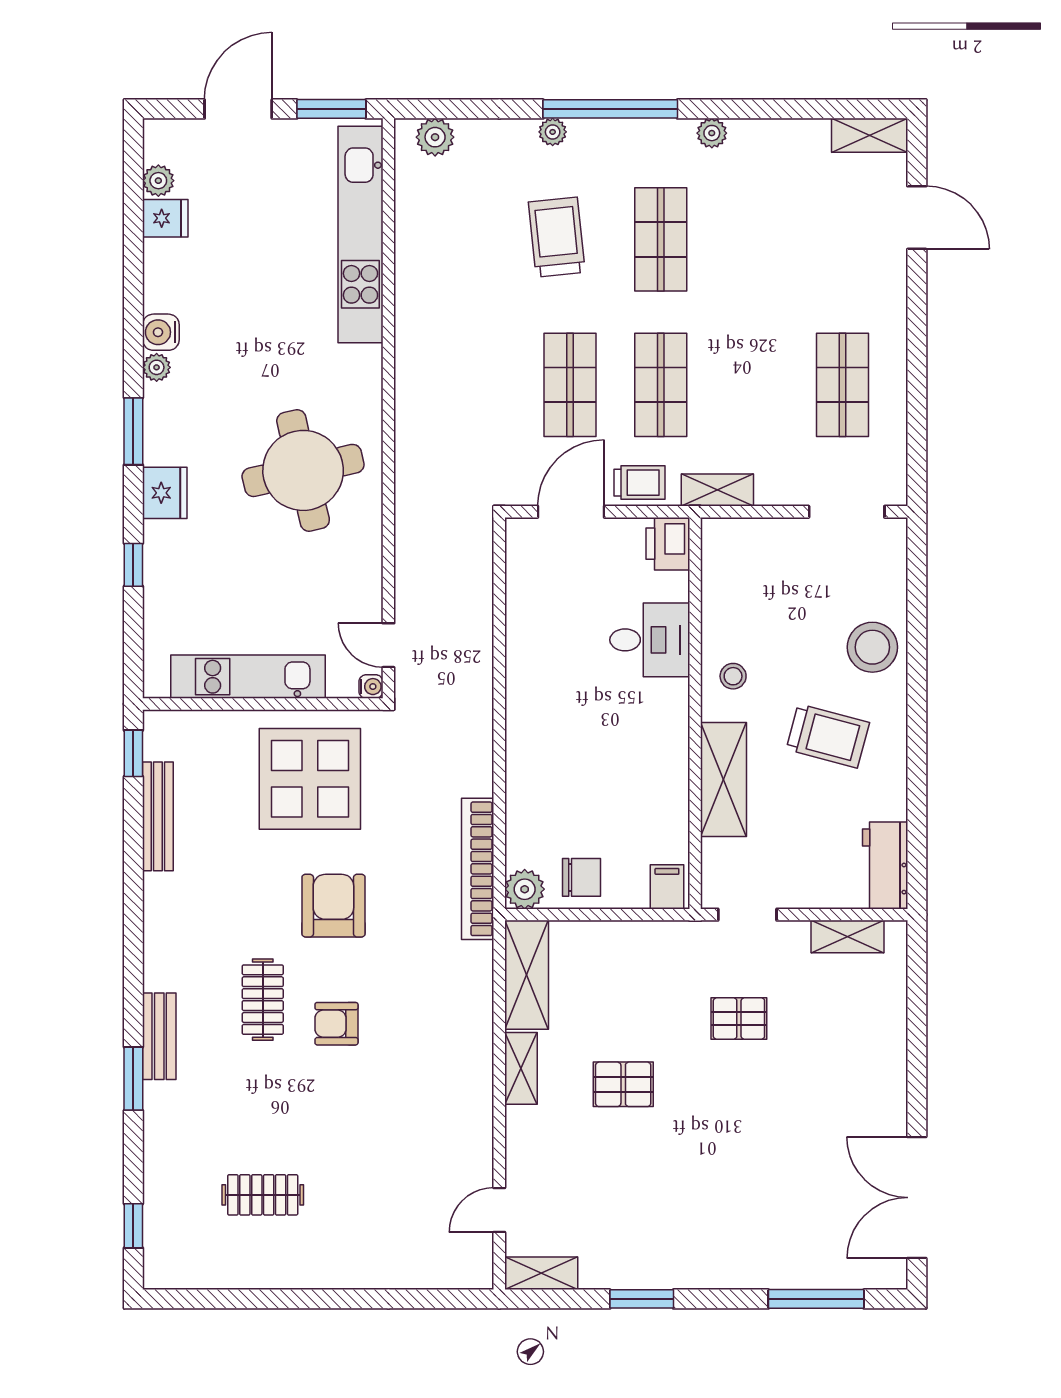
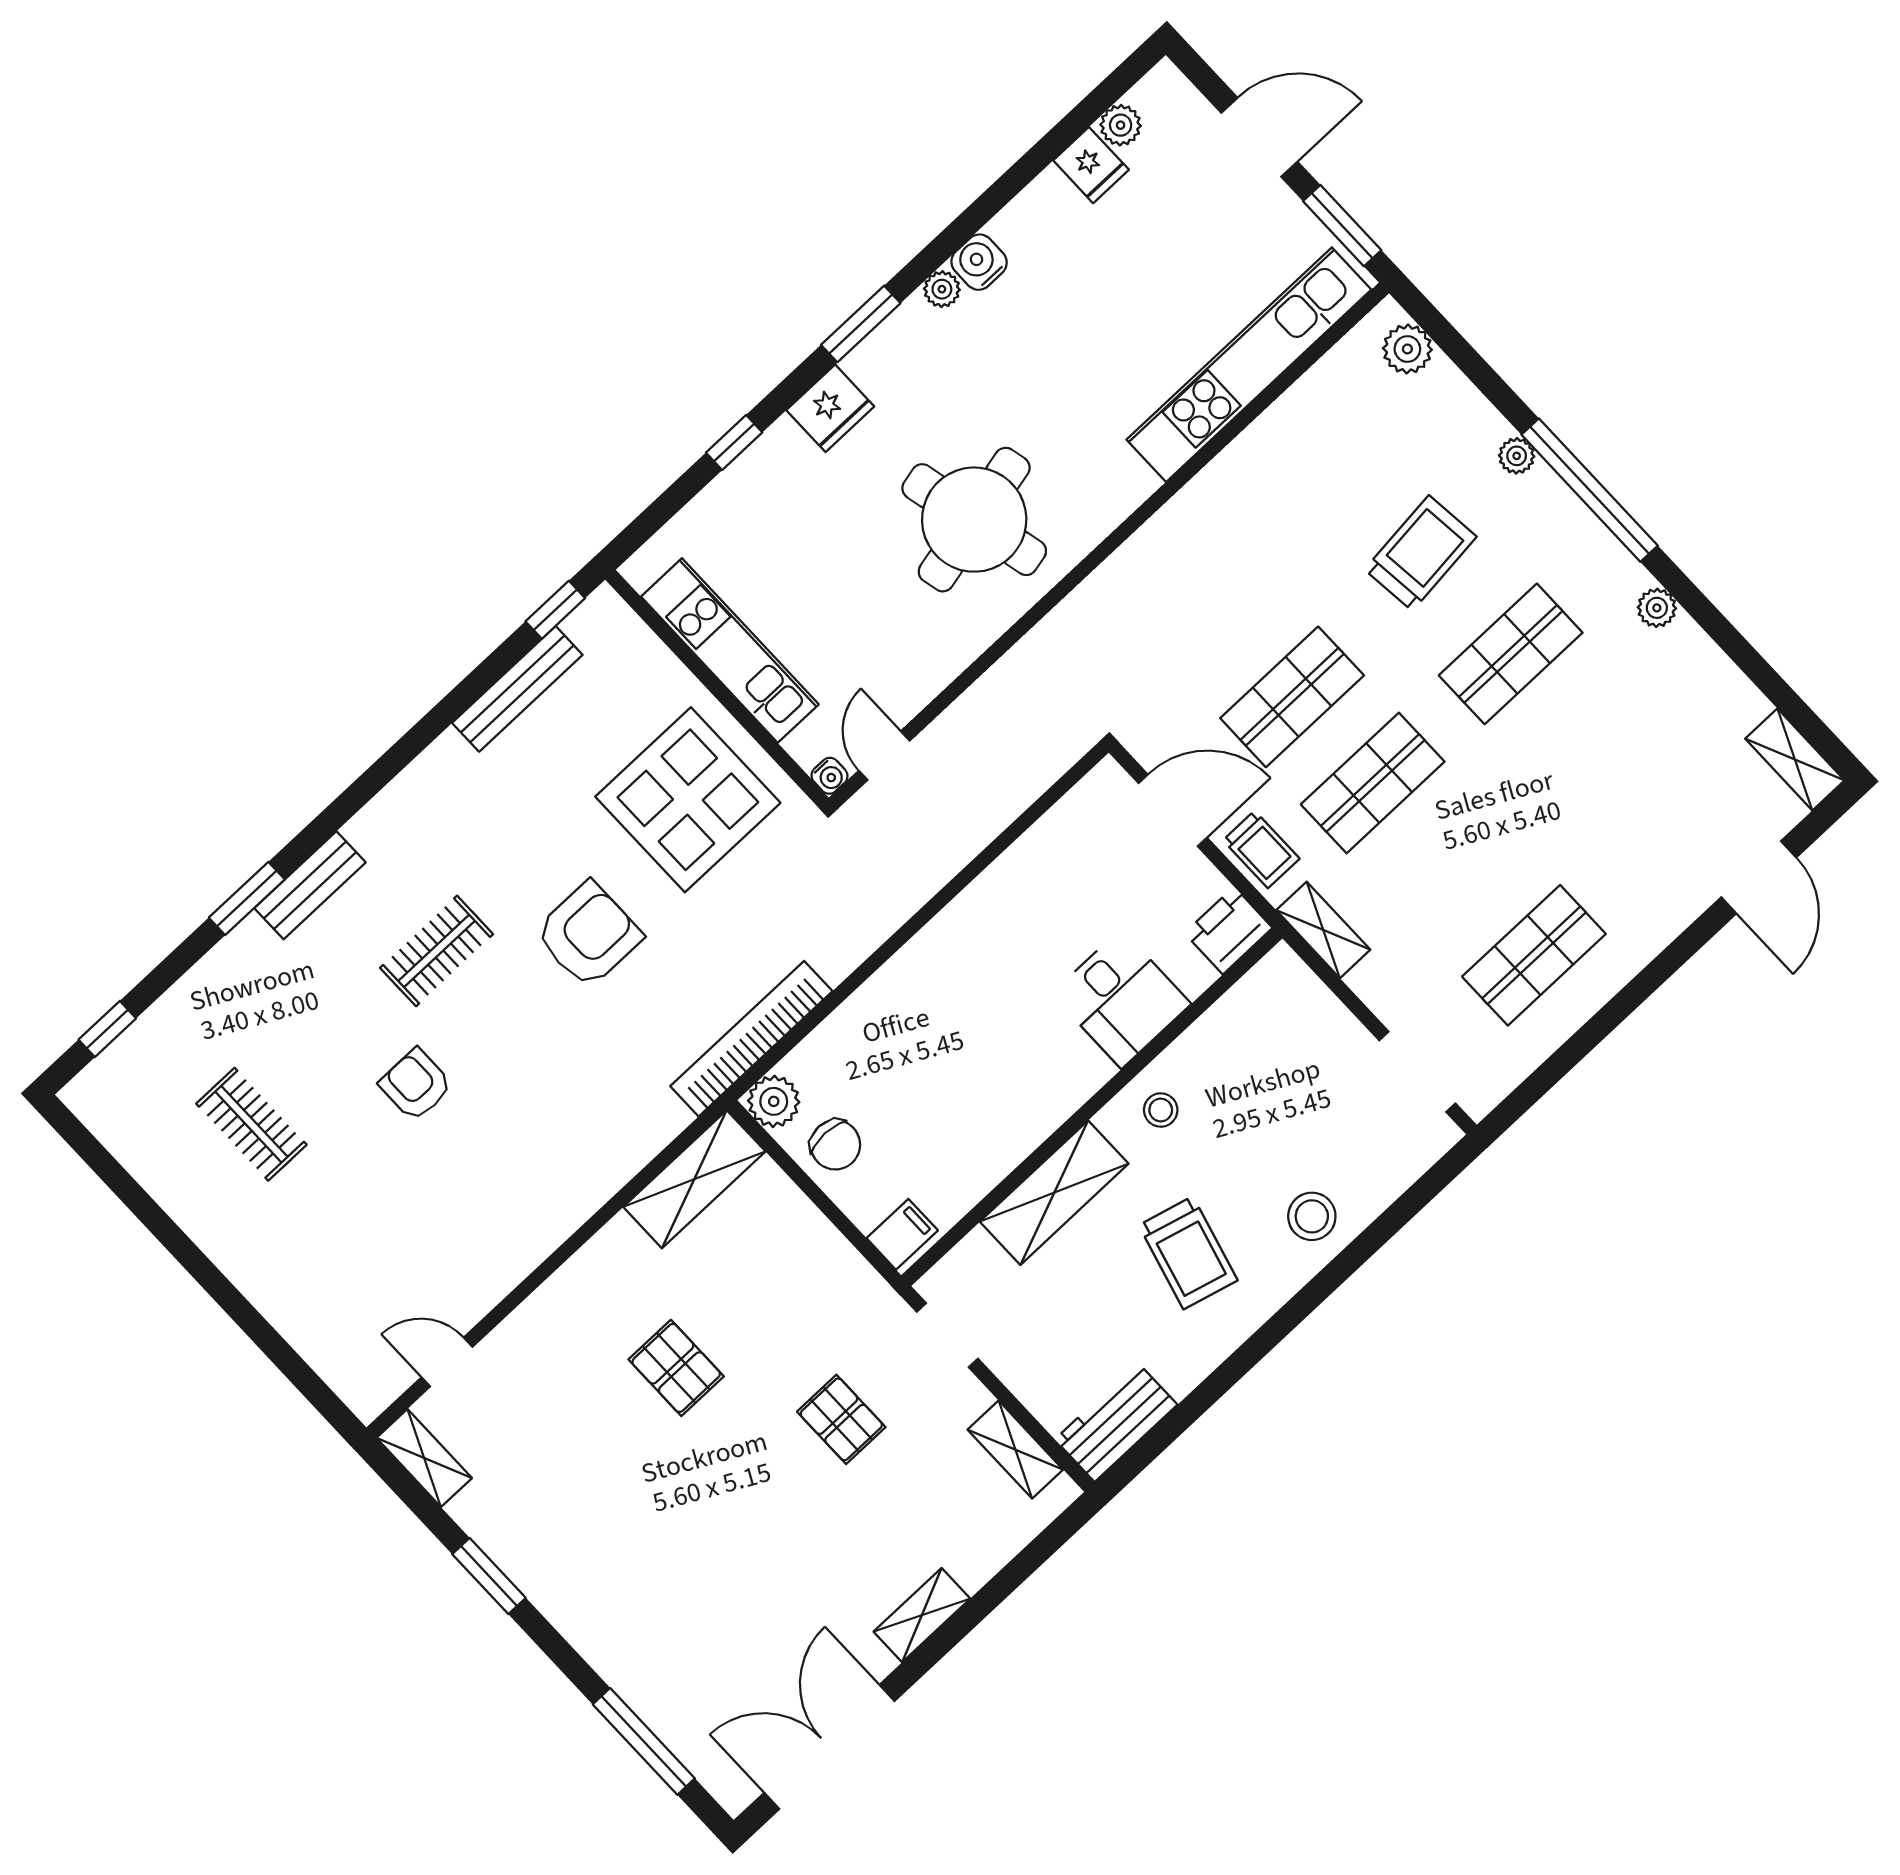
stool: (872, 647) -> (1312, 1216), width x0.73, depth x0.73
armchair: (336, 1024) -> (416, 1085), moved
shelving: (521, 1068) -> (922, 1615), moved

